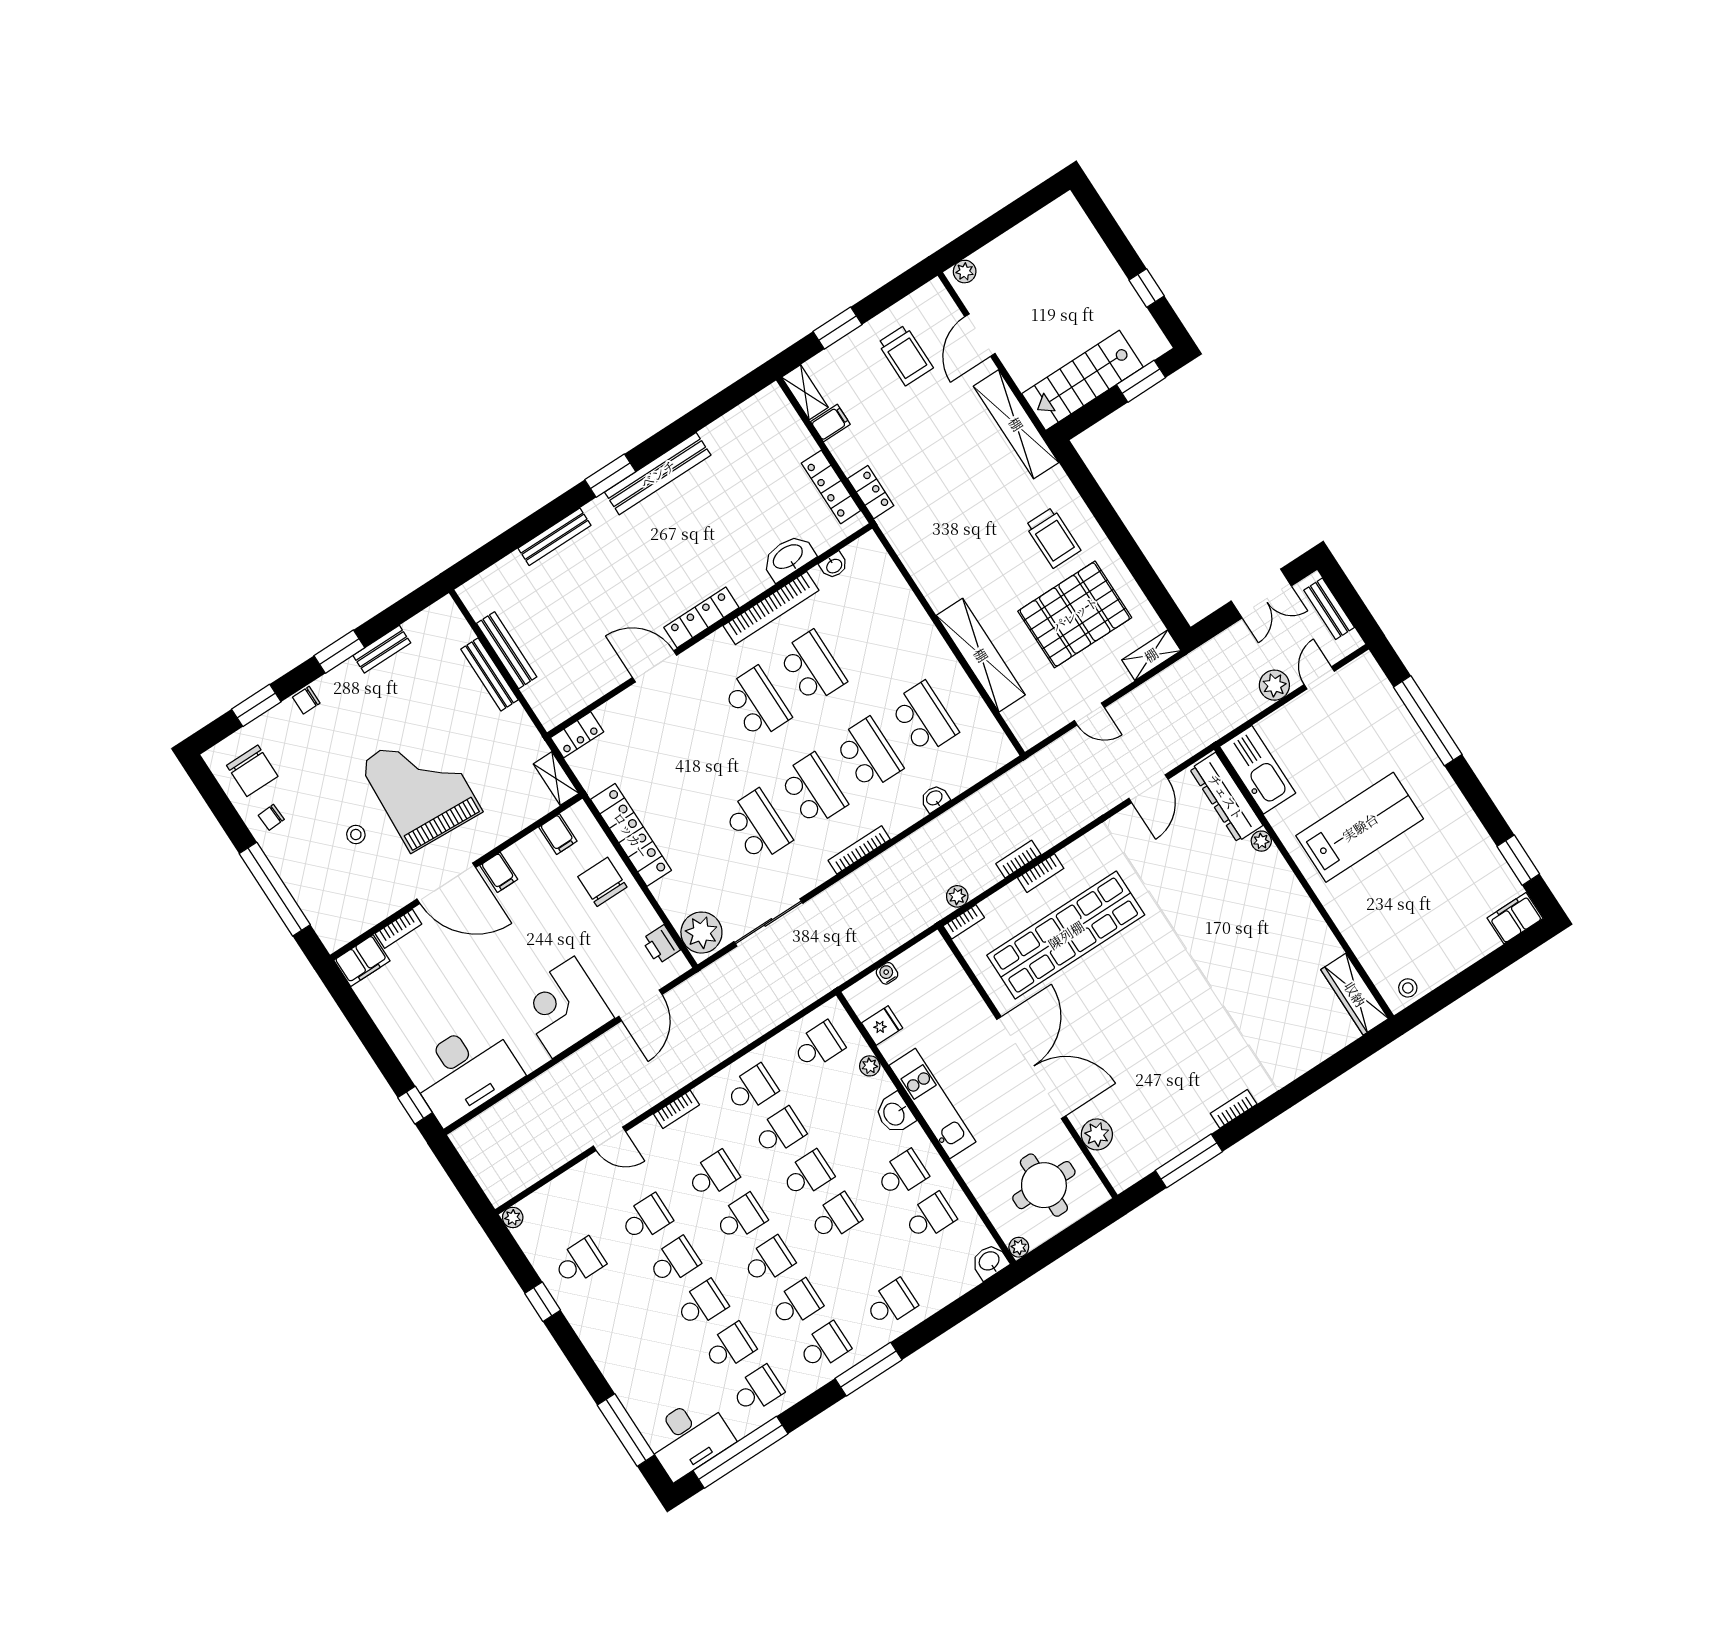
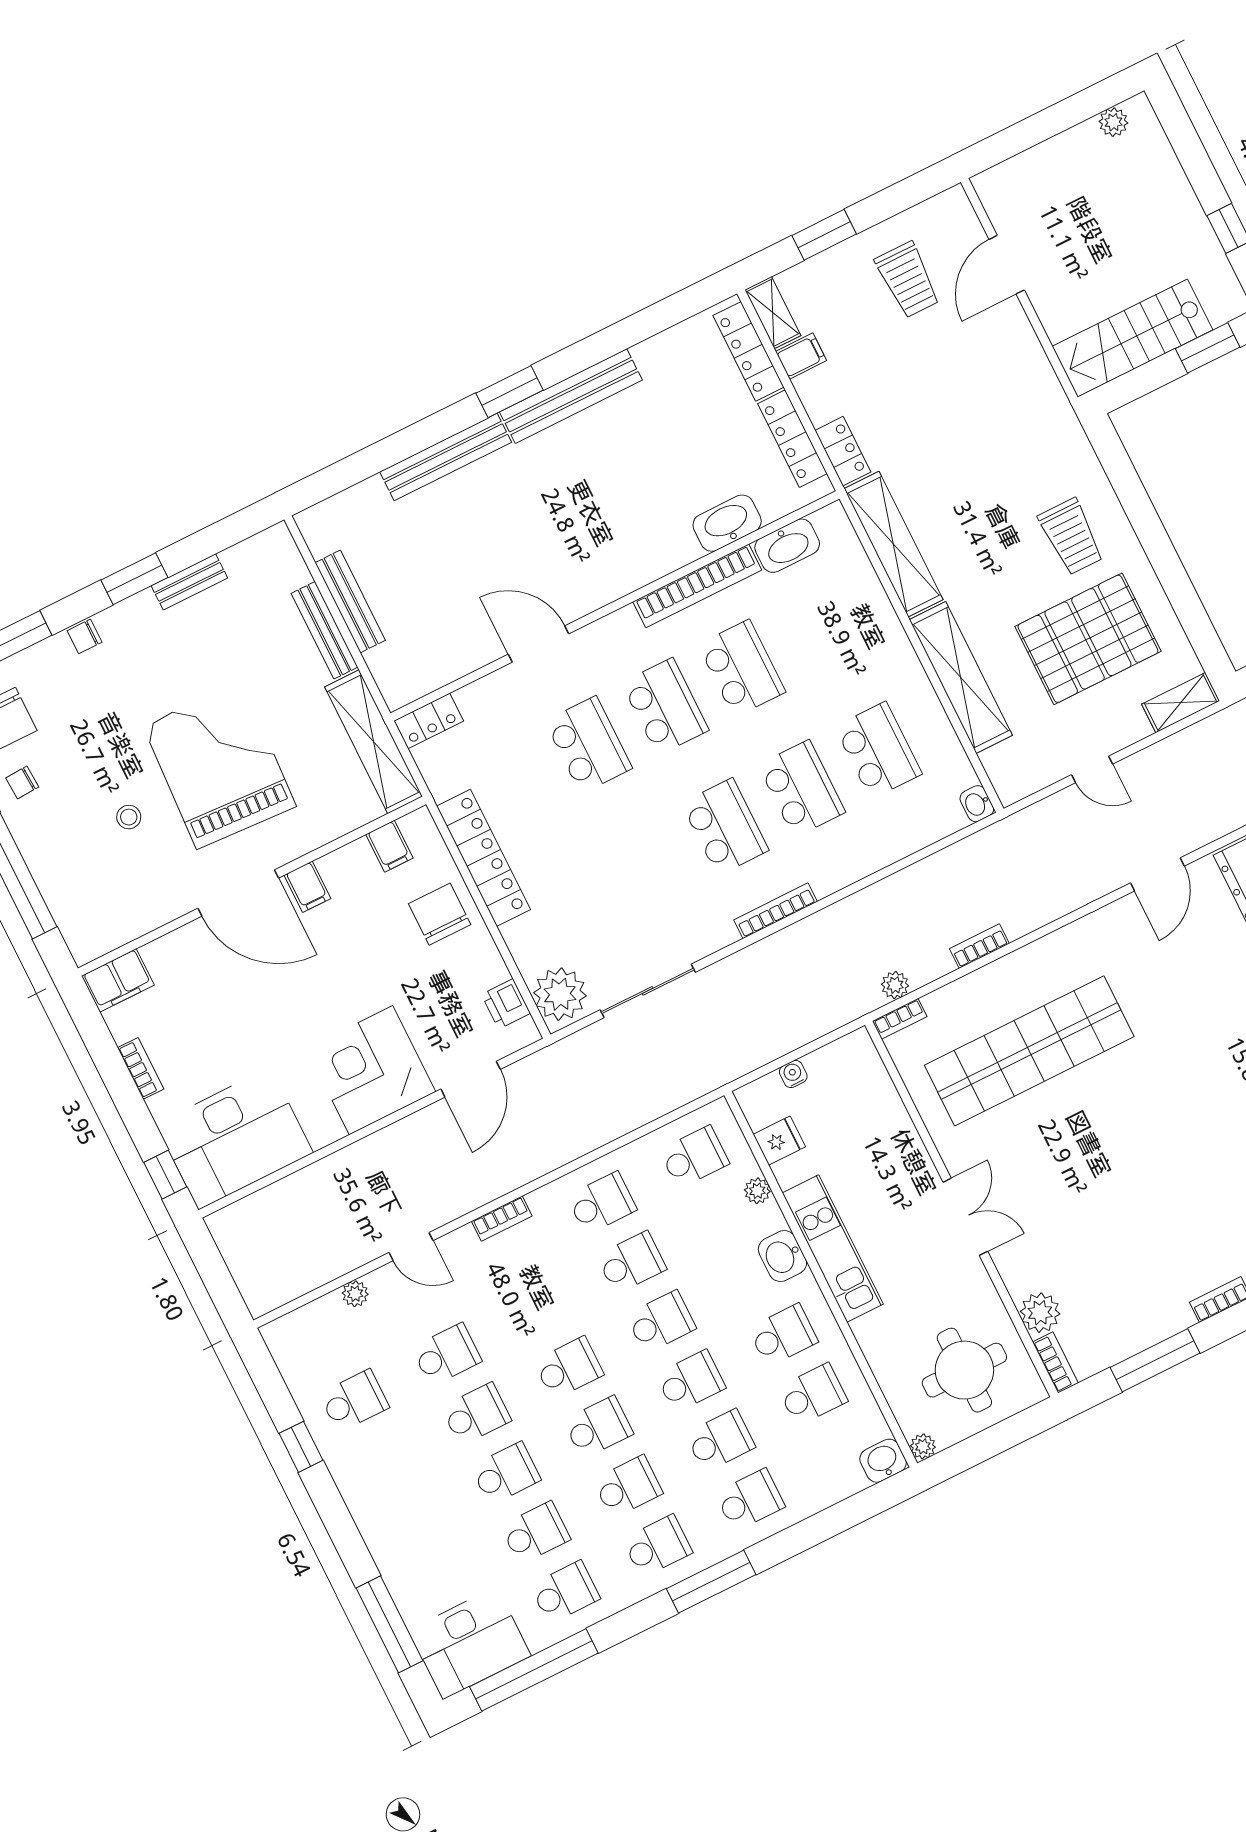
plant: (965, 272) -> (1113, 122), moved
shelving: (1016, 424) -> (893, 544), moved
bench: (554, 537) -> (446, 457), width x1.37, depth x1.21
washbasin: (834, 566) -> (787, 546), width x1.91, depth x1.45
locker: (701, 617) -> (748, 351), moved, turned -90
shelving: (556, 779) -> (374, 742), width x2.20, depth x1.33
washbasin: (935, 798) -> (977, 804), moved, turned -90
school desk: (758, 826) -> (588, 745), moved
bookcase: (1041, 873) -> (1055, 1363), moved, turned -90
bookcase: (398, 929) -> (141, 1068), moved, turned -90
double door: (1031, 1068) -> (965, 1217), width x0.54
school desk: (713, 1175) -> (720, 1441), moved
plant: (513, 1217) -> (355, 1294), moved

